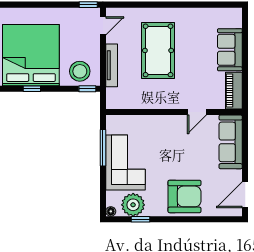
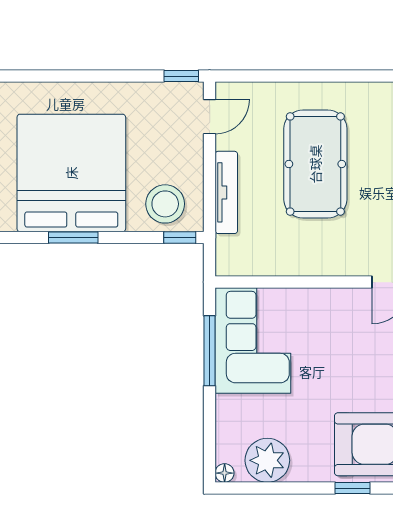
window: (32, 89) -> (73, 237), width x1.50
corner sofa: (126, 162) -> (253, 341), moved
window: (141, 219) -> (352, 488), moved

